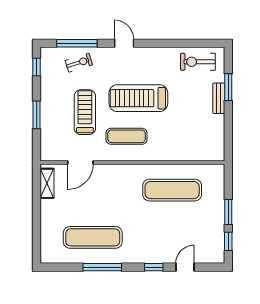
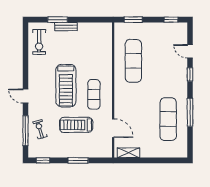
door: (124, 43) -> (26, 96), hinge flipped
window: (228, 212) -> (133, 20), moved

